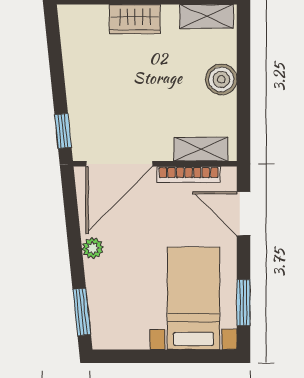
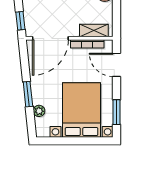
plant: (93, 248) -> (39, 111), moved
bed with nightstands: (193, 298) -> (82, 110), width x1.36
window: (82, 312) -> (28, 94), moved

